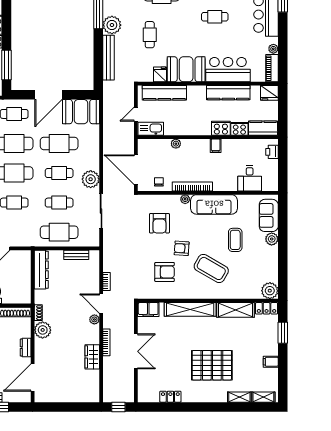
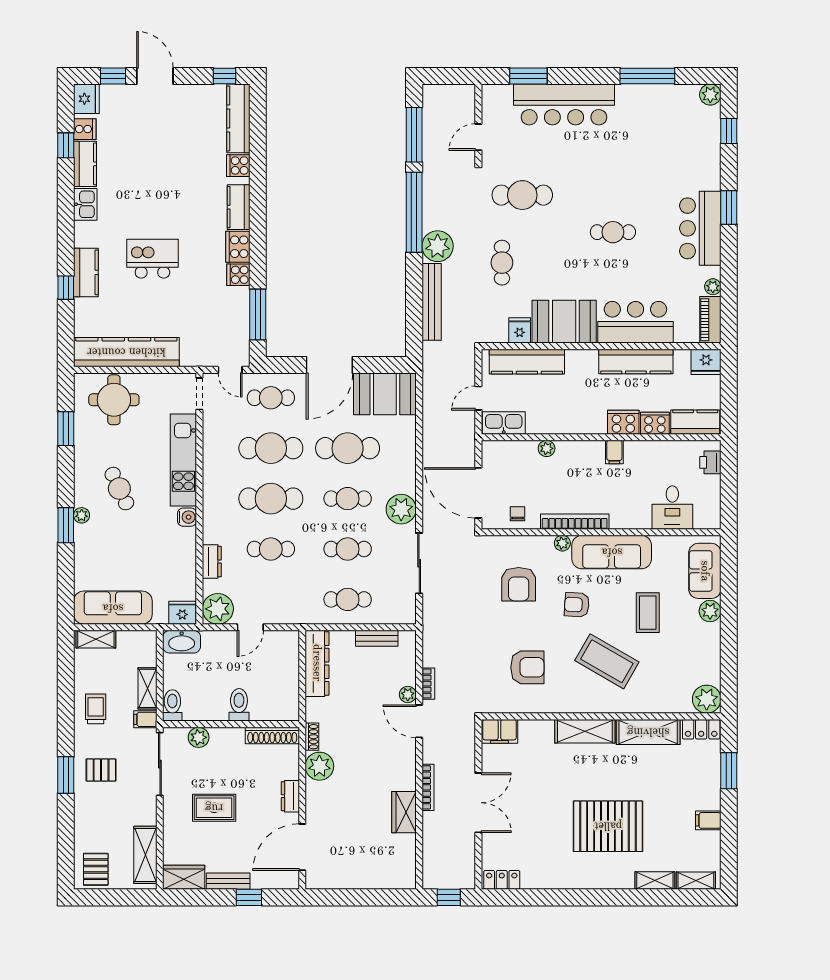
cafe table: (59, 232) -> (348, 599), width x0.73, depth x0.74
armchair: (182, 248) -> (577, 605), moved
shelving: (190, 309) -> (585, 731), width x0.68
plant: (94, 319) -> (408, 694), moved
locker: (170, 397) -> (502, 880), moved

